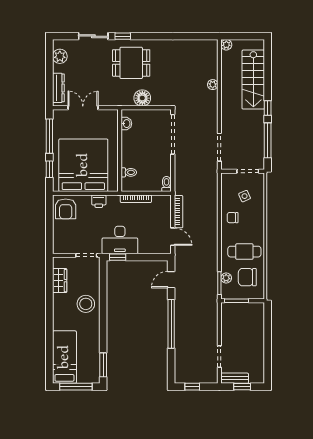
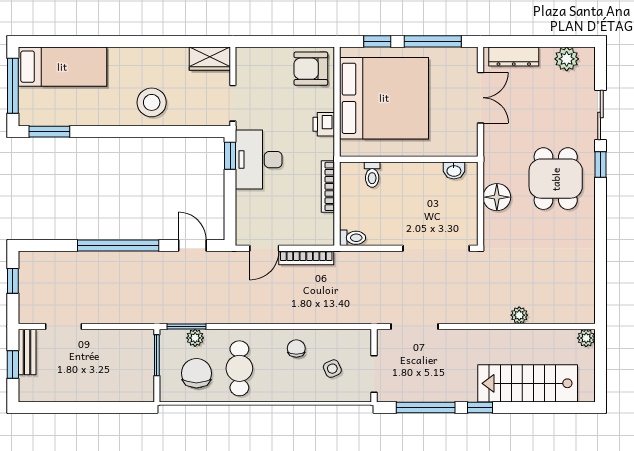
wardrobe: (60, 281) -> (210, 59), moved

